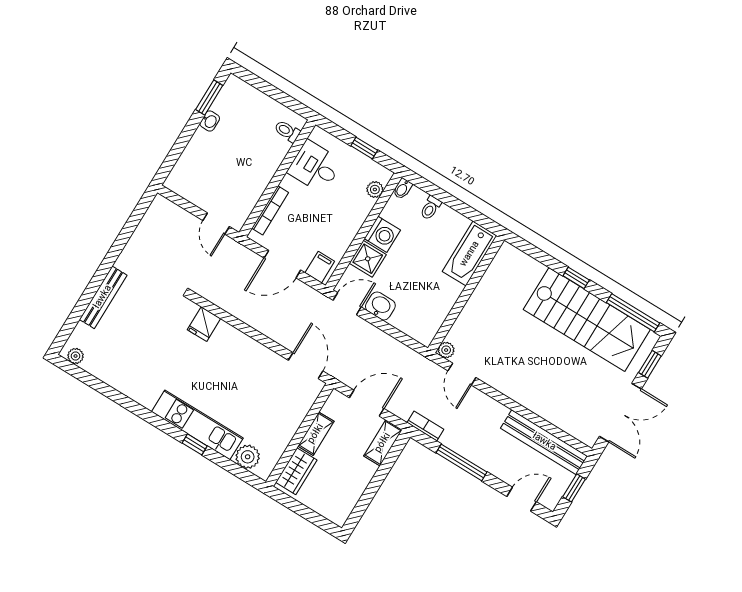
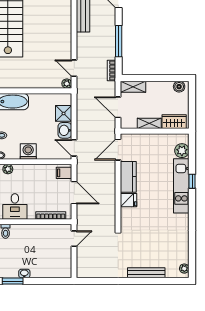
shower: (368, 259) -> (64, 113), moved
fridge: (204, 324) -> (129, 200), moved
kitchen counter: (257, 356) -> (128, 177), added
door: (462, 374) -> (74, 68), swing flipped
boiler: (342, 509) -> (179, 87), added

